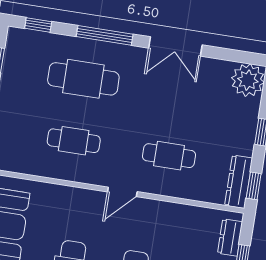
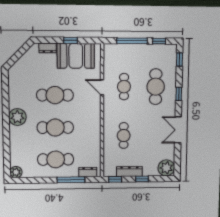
window: (105, 35) -> (179, 94), width x0.46
dresser: (239, 182) -> (129, 171), moved
door: (122, 192) -> (102, 87), moved

